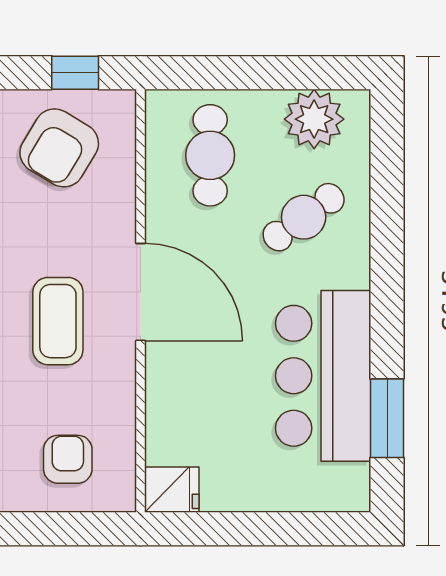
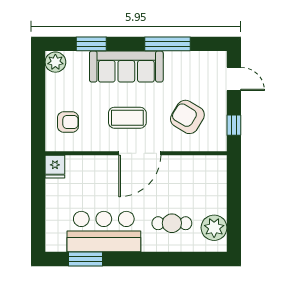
armchair: (59, 148) -> (187, 117), moved
cafe table: (210, 155) -> (198, 183), removed
cafe table: (304, 217) -> (172, 223), turned -54

